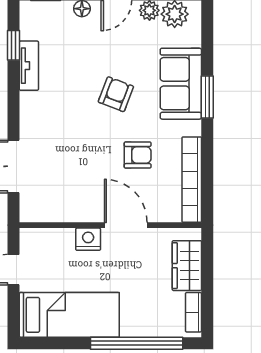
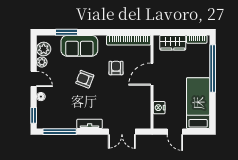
window: (14, 45) -> (60, 132), width x2.17
tv unit: (29, 66) -> (90, 124), moved
window: (207, 97) -> (67, 32), moved
nightstand: (88, 239) -> (159, 108), moved

